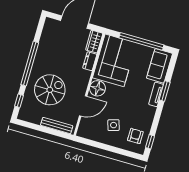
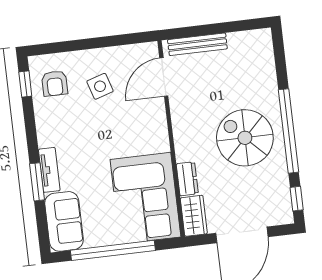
floor lamp: (97, 88) -> (154, 138), removed
spiral stairs: (50, 90) -> (245, 138), moved, turned 90
window: (19, 101) -> (297, 199), moved
door: (83, 106) -> (164, 77), moved

